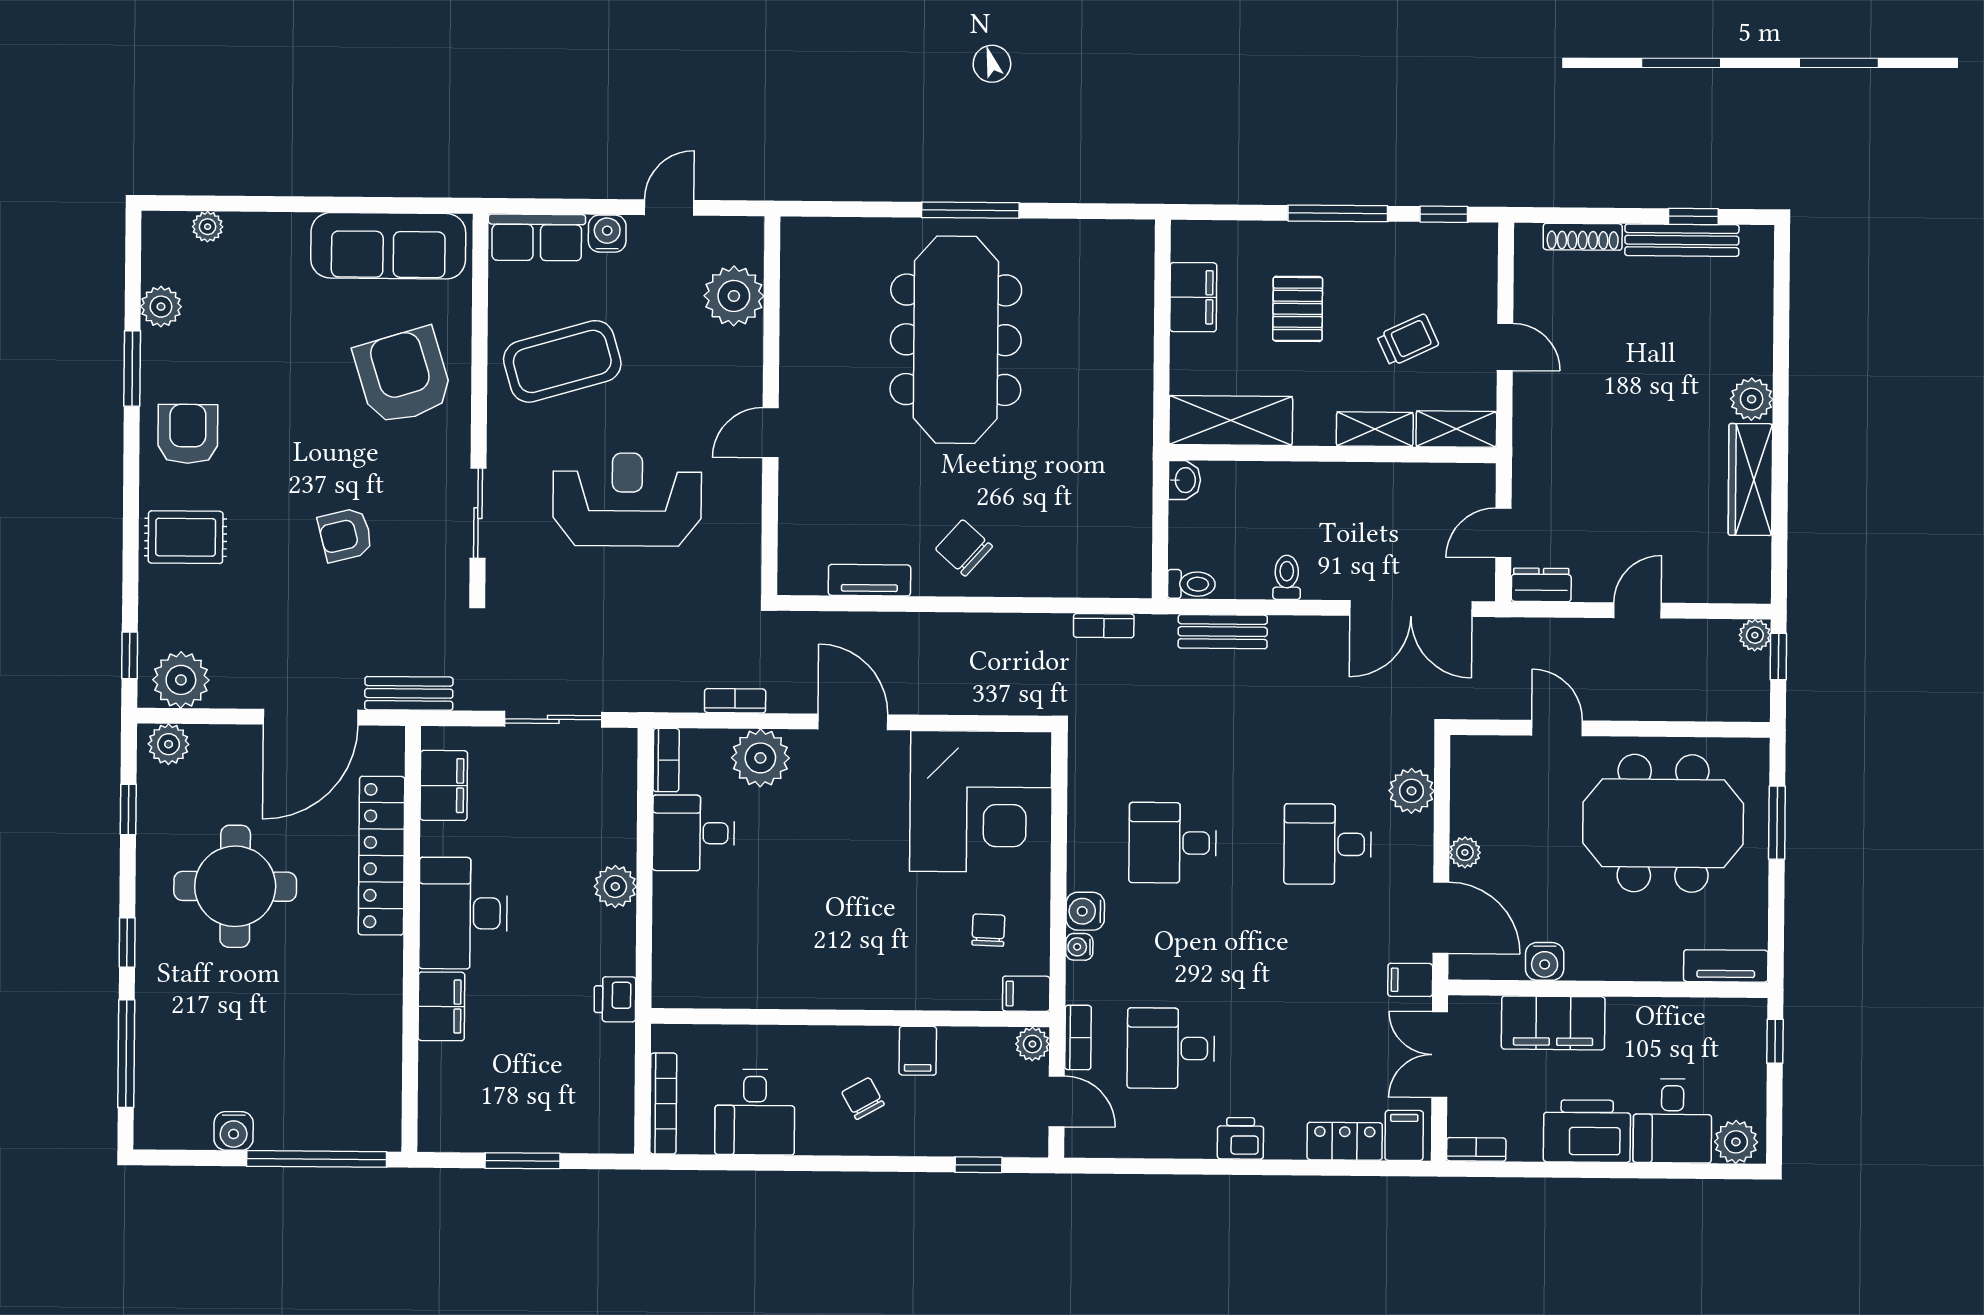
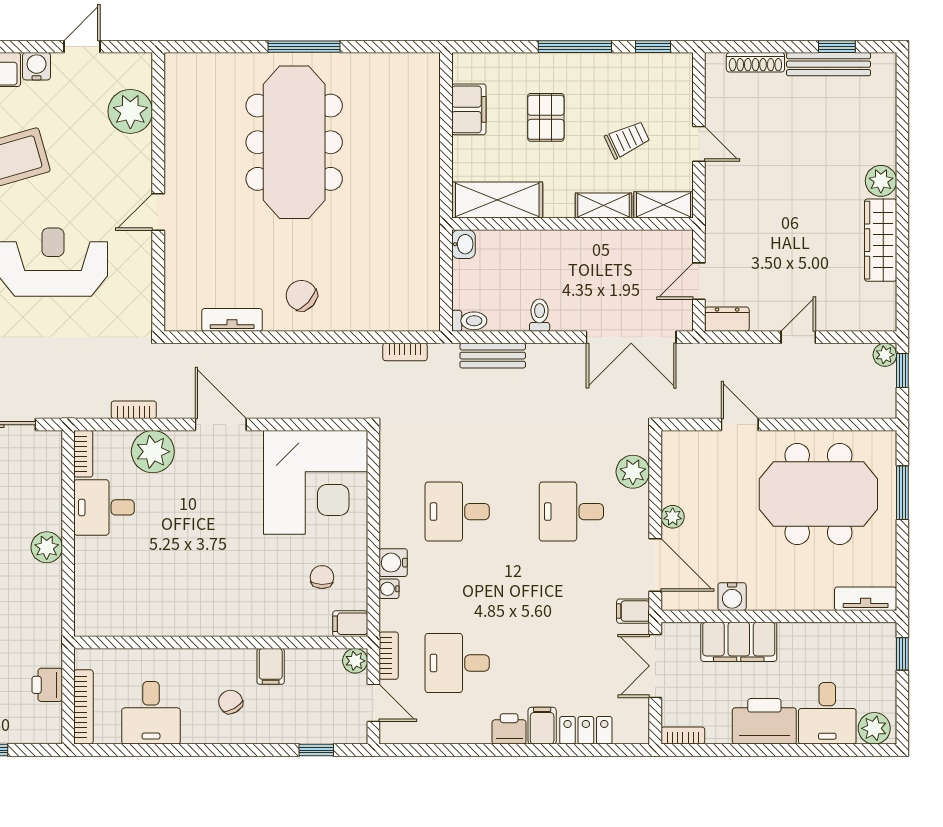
printer: (615, 999) -> (47, 685), moved
filing cabinet: (1404, 1135) -> (542, 726), moved

